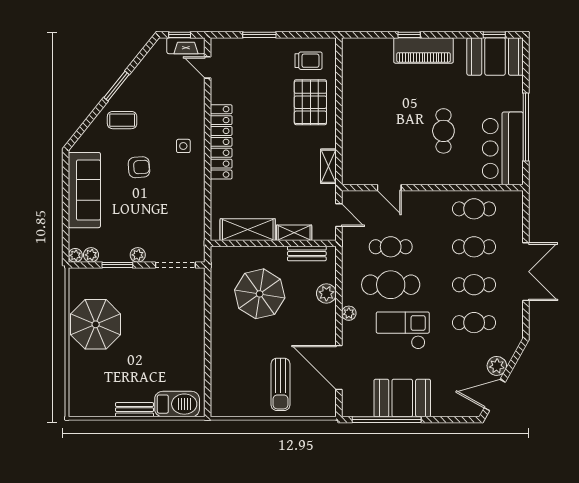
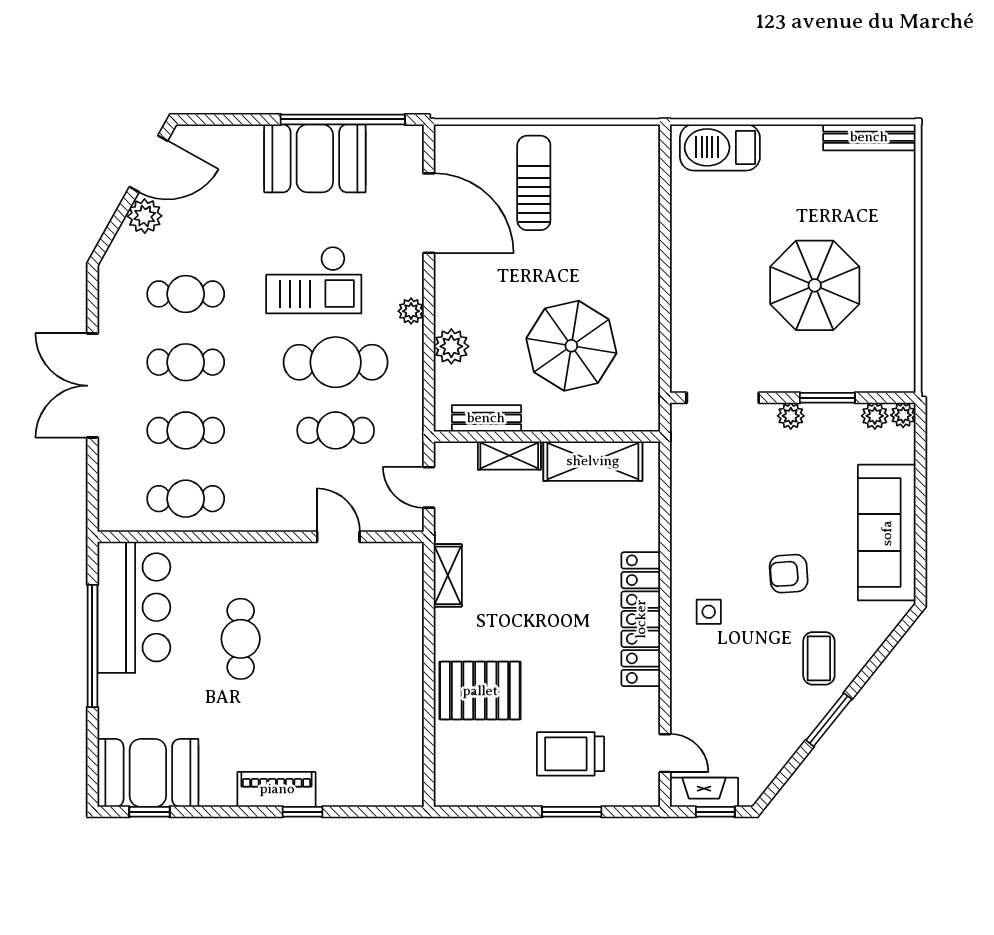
piano: (424, 50) -> (277, 789), width x0.73, depth x0.75
trolley: (309, 61) -> (571, 754), moved, width x1.36, depth x1.39
pallet: (310, 102) -> (480, 691), turned 90
coffee table: (122, 120) -> (819, 658), turned 90
parasol: (96, 324) -> (815, 285), moved
bench: (135, 410) -> (869, 137), moved, width x1.36

